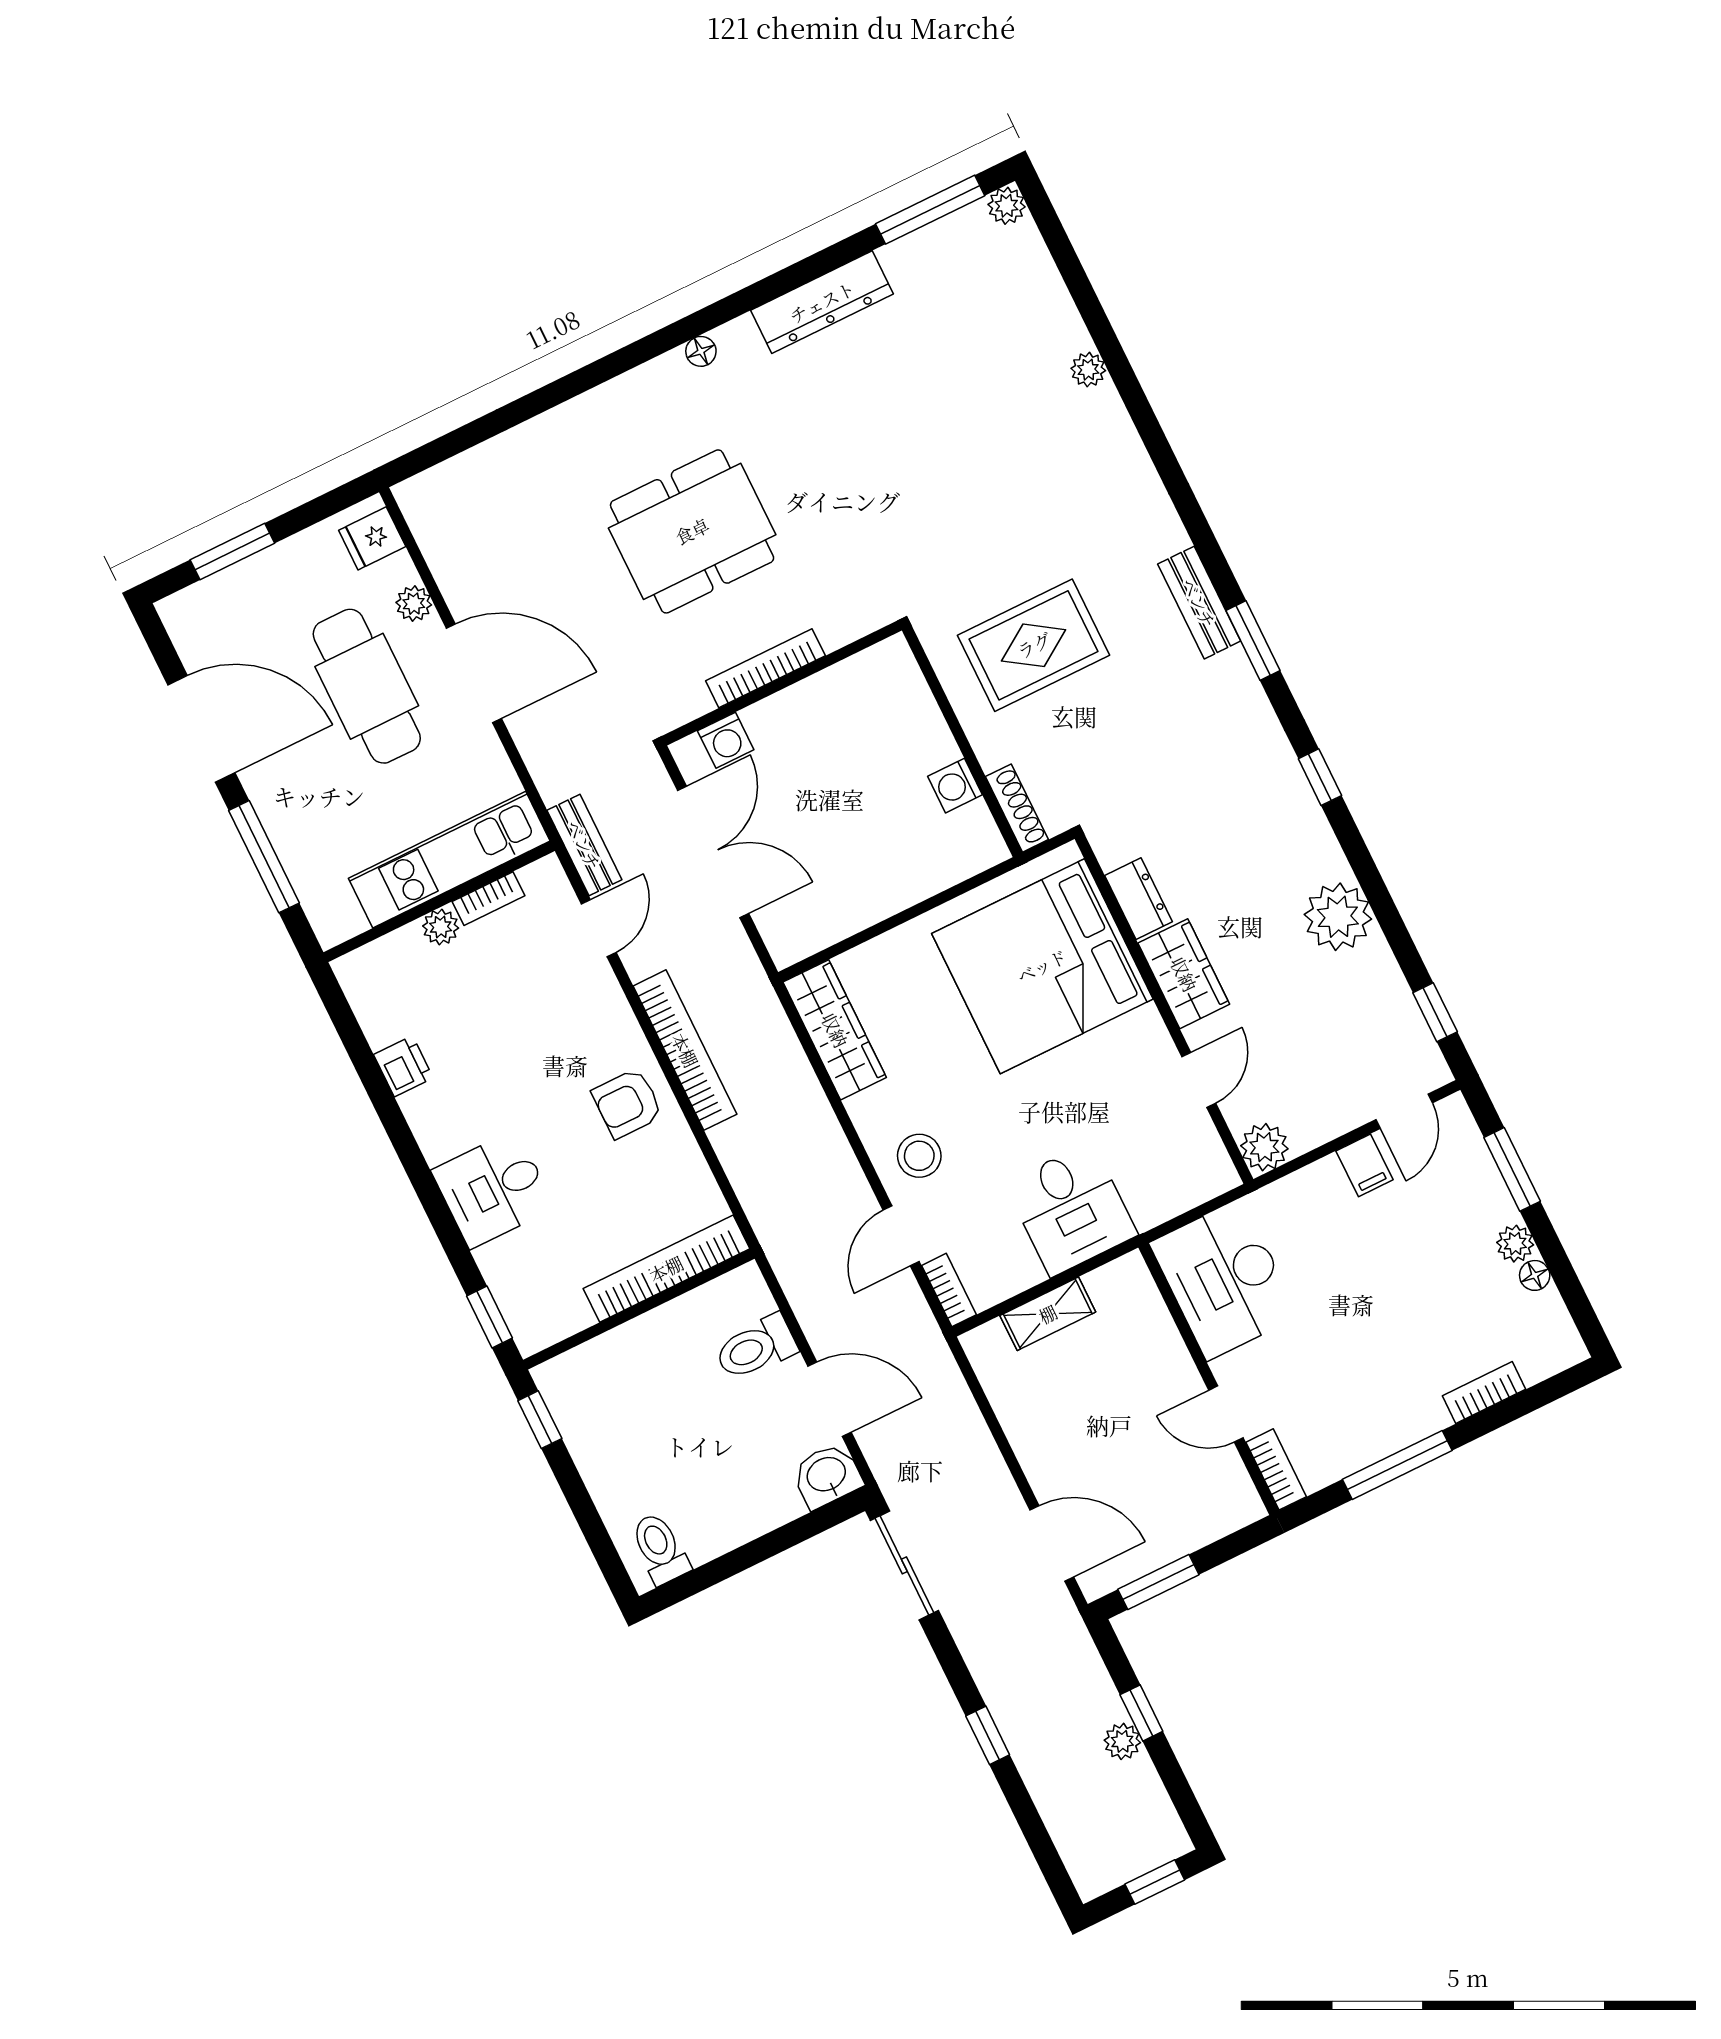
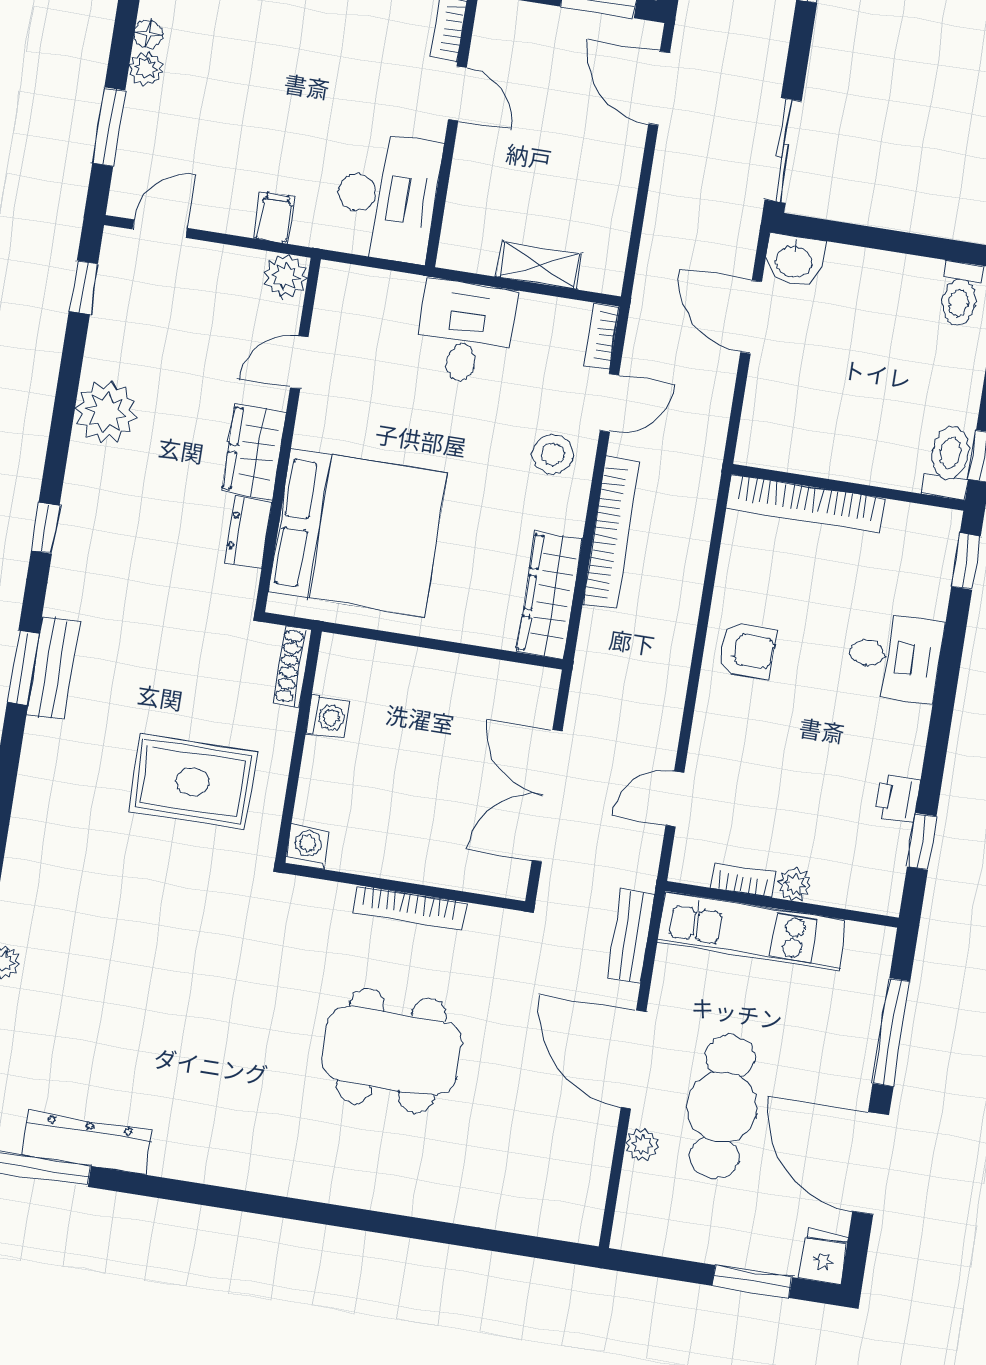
dresser: (822, 302) -> (87, 1143), moved
floor lamp: (701, 351) -> (289, 1183), removed
fridge: (372, 538) -> (824, 1257), moved, turned -90
bench: (1199, 603) -> (53, 668), moved
washing machine: (726, 740) -> (307, 847), moved
bench: (584, 845) -> (631, 936), moved
window: (355, 1043) -> (922, 841), added
bookcase: (685, 1050) -> (611, 533), moved, turned 180
filing cabinet: (1365, 1165) -> (275, 218), moved
toilet: (756, 1348) -> (949, 462), moved, turned -90

